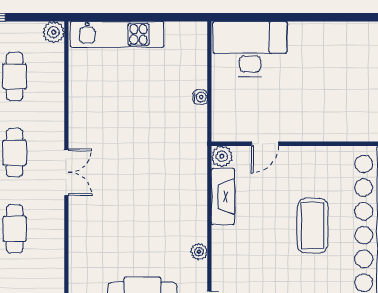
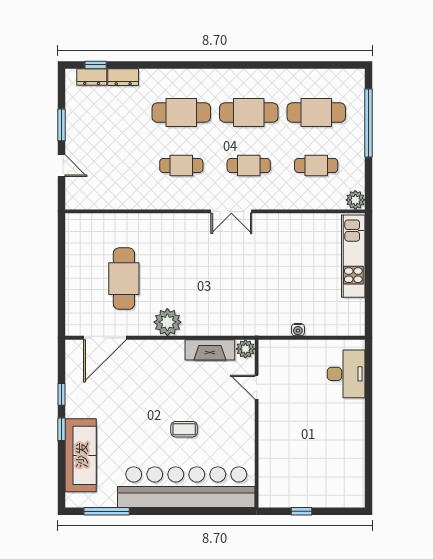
desk: (250, 49) -> (346, 374), width x0.73, depth x0.77
coffee table: (313, 226) -> (184, 429), width x0.54, depth x0.58
plant: (199, 252) -> (167, 322), width x1.88, depth x1.88

